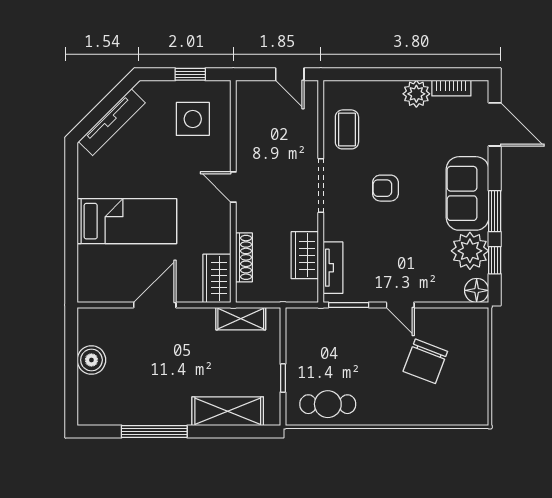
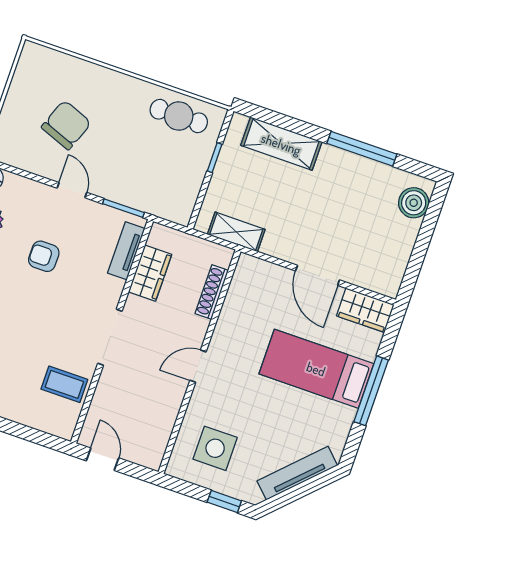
window: (190, 74) -> (224, 502), moved
coffee table: (347, 129) -> (64, 384), turned 90
door: (233, 187) -> (198, 366), swing flipped
armchair: (385, 188) -> (44, 256), moved, turned 180
window: (71, 218) -> (371, 391), added
wardrobe: (217, 278) -> (365, 310), moved, turned 90
door: (155, 305) -> (318, 275), hinge flipped
boiler: (91, 360) -> (414, 203), moved

